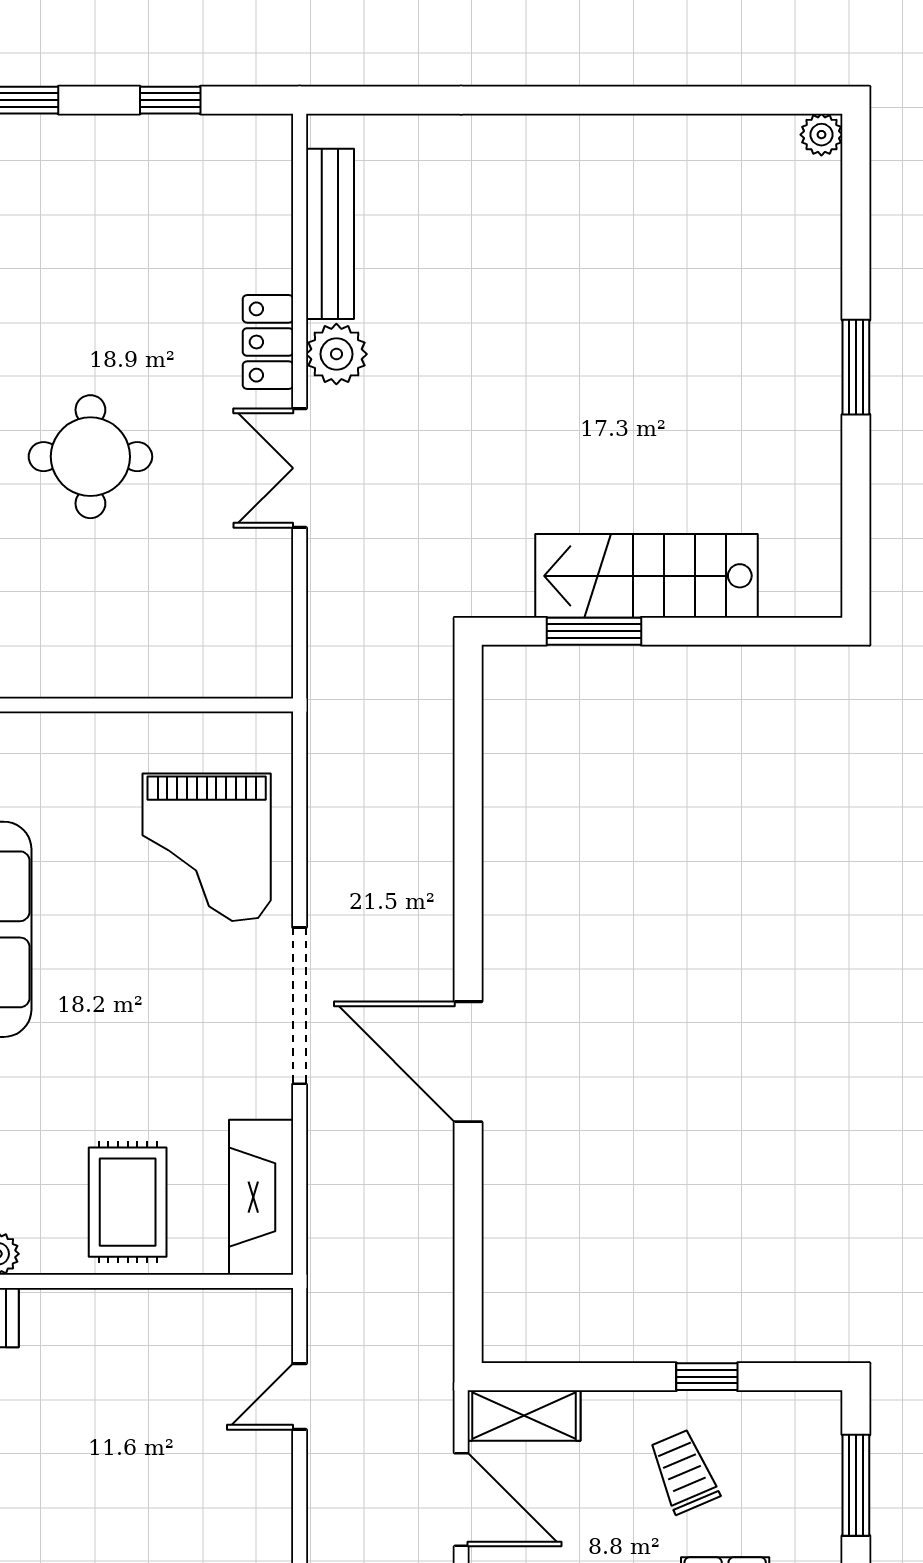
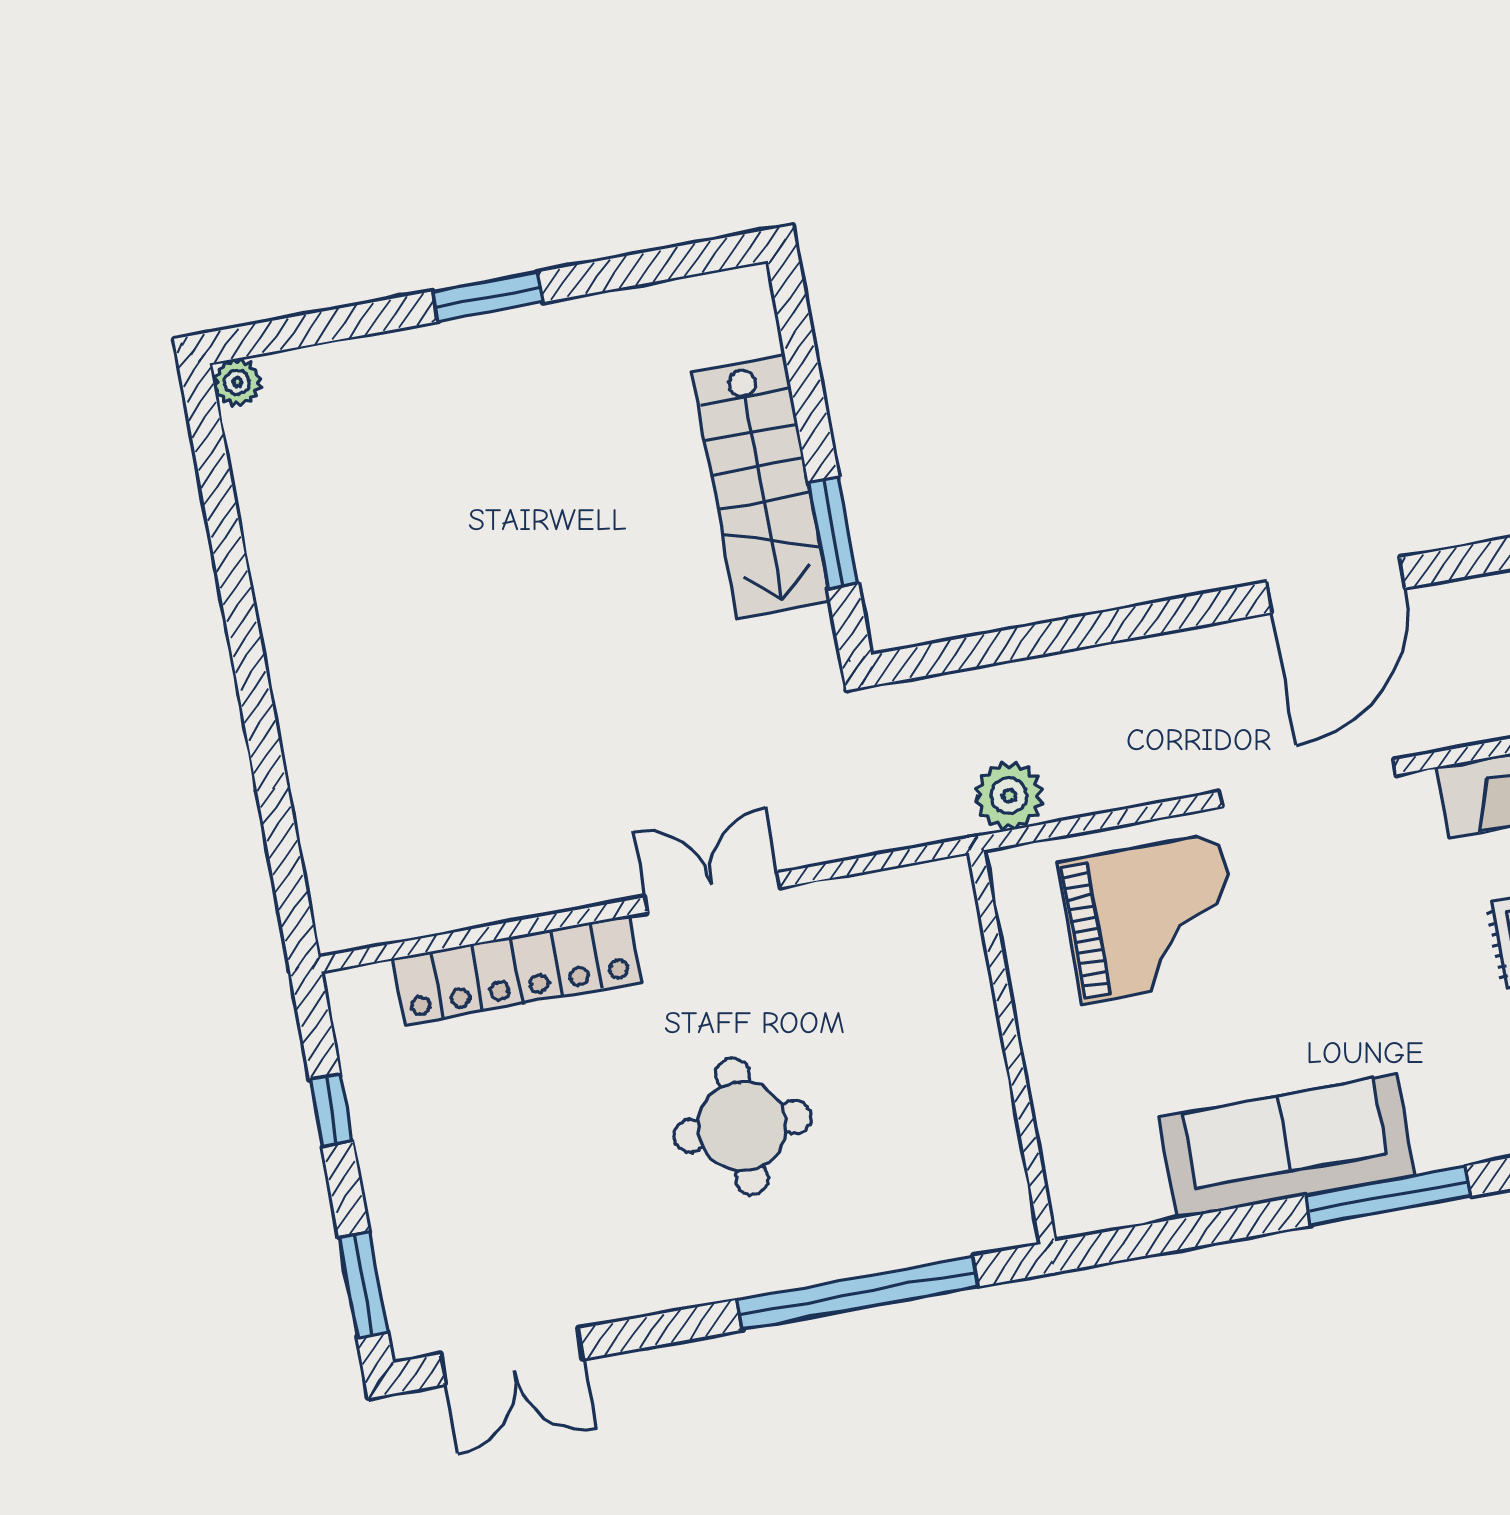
bench: (330, 234) -> (447, 906), removed
locker: (268, 342) -> (517, 971), width x2.16, depth x1.21
plant: (336, 354) -> (1009, 796), moved
double door: (300, 468) -> (712, 892), swing flipped

